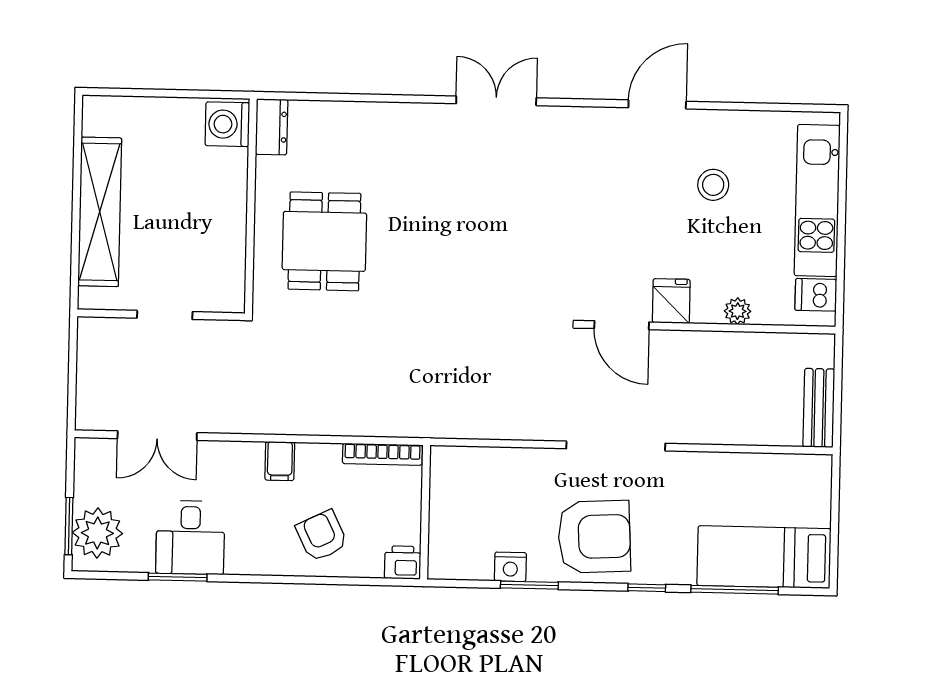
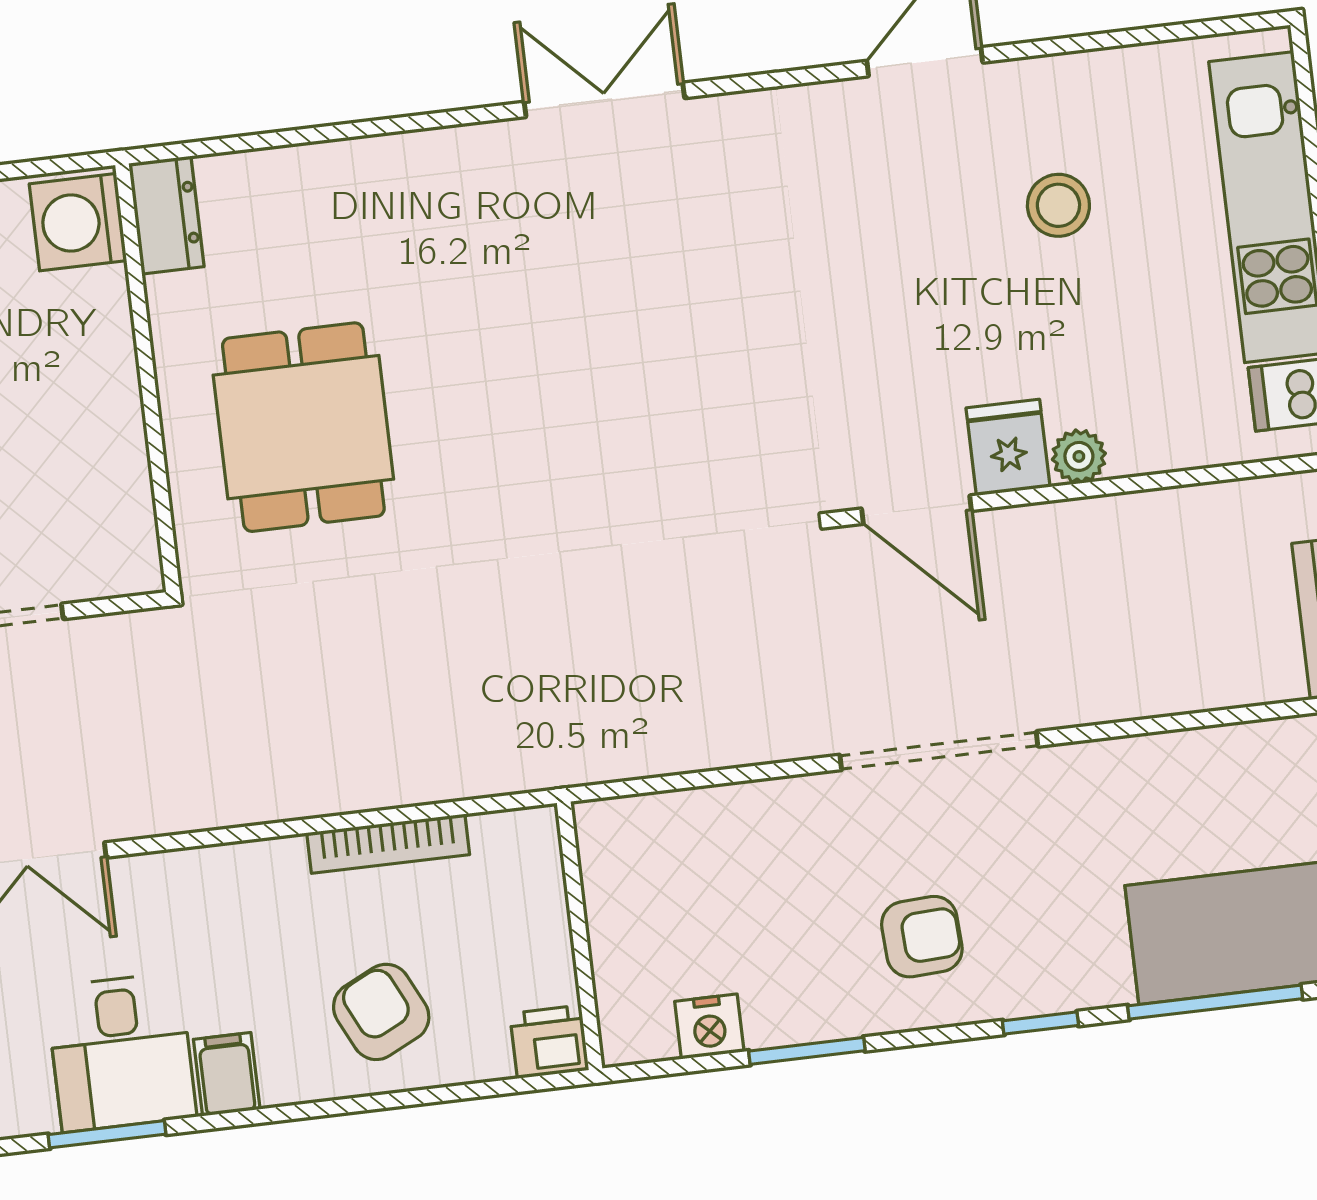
plant: (738, 311) -> (1079, 456), moved
bookcase: (382, 454) -> (388, 844), moved
filing cabinet: (280, 461) -> (227, 1074), moved, turned 180
armchair: (594, 537) -> (922, 937), width x0.53, depth x0.53
nightstand: (510, 567) -> (709, 1027), moved

